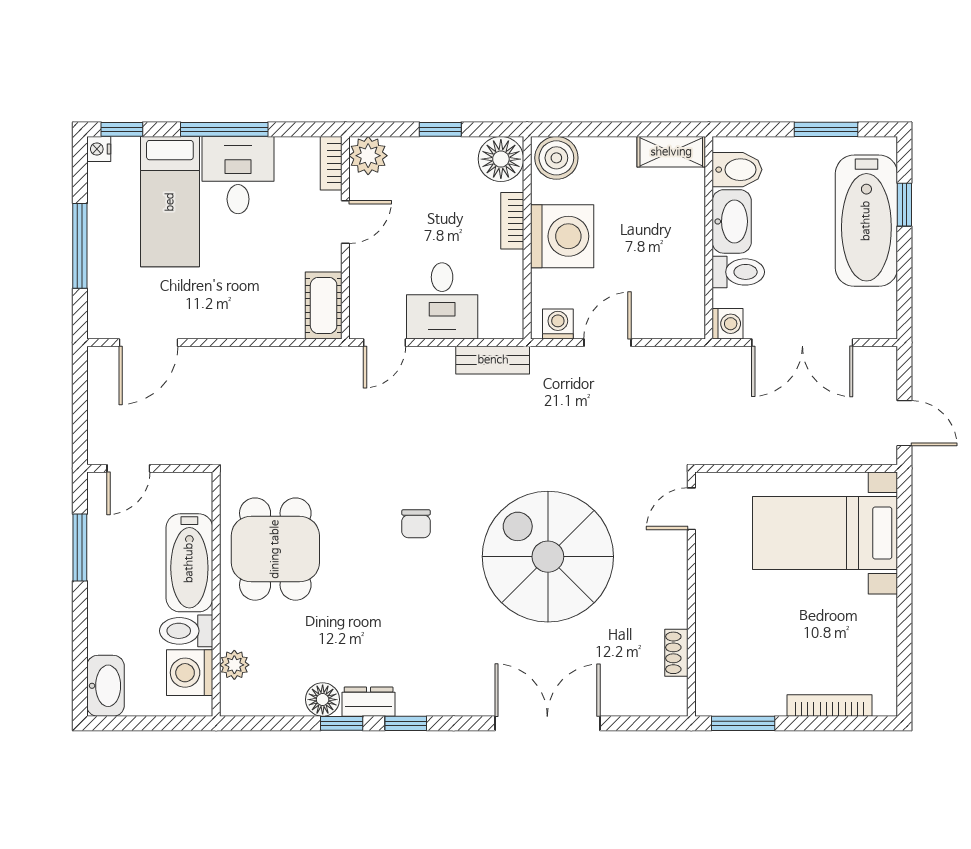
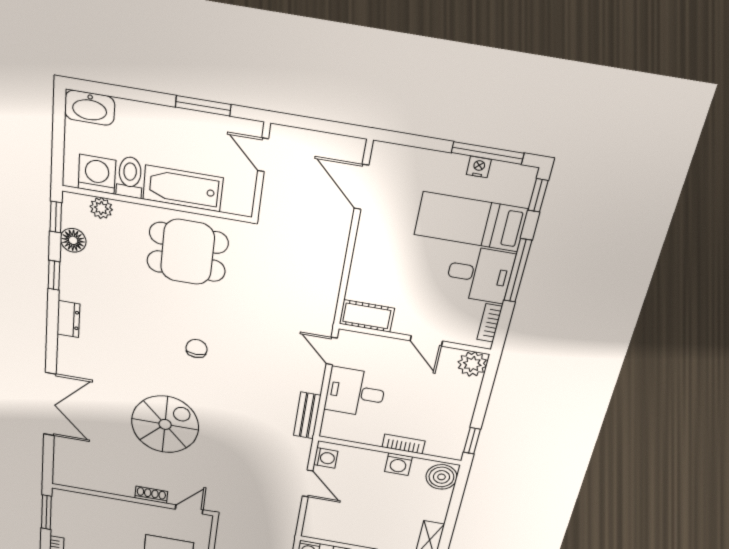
window: (440, 129) -> (472, 441), moved
nightstand: (99, 149) -> (479, 167), moved
floor lamp: (501, 159) -> (449, 445), removed
bookcase: (331, 163) -> (490, 323), moved, turned -90
washing machine: (562, 236) -> (398, 464), width x0.53, depth x0.53
window: (80, 246) -> (488, 153), moved
door: (691, 509) -> (189, 509), hinge flipped
chair: (416, 524) -> (197, 349), turned 90
spiral stairs: (548, 557) -> (165, 424), width x0.73, depth x0.73
shoe rack: (676, 653) -> (151, 495), moved
floor lamp: (323, 700) -> (73, 240), moved
dresser: (369, 702) -> (68, 319), moved
window: (406, 723) -> (56, 217), moved

